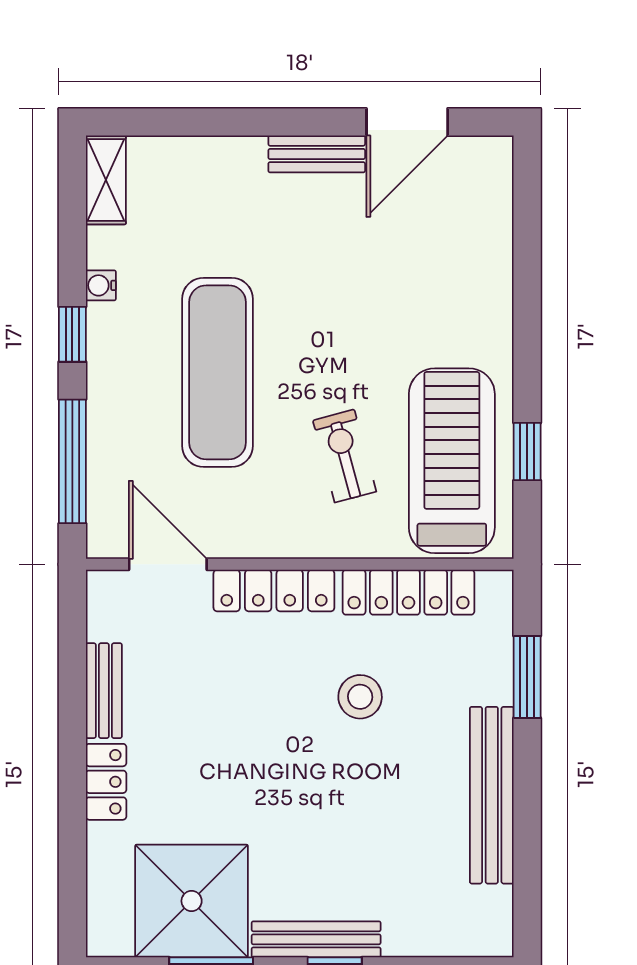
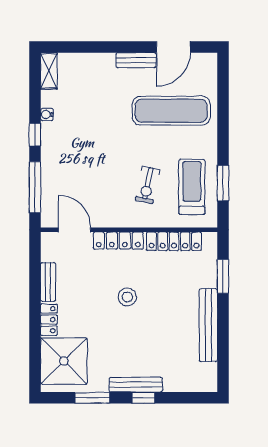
exercise mat: (218, 372) -> (171, 111), moved, turned 90
window: (527, 452) -> (223, 183), width x1.50
exercise bike: (345, 456) -> (147, 185), turned -153
treadmill: (452, 461) -> (192, 187), width x0.73, depth x0.73
stool: (360, 697) -> (127, 297), moved
shower: (192, 901) -> (64, 361), moved

